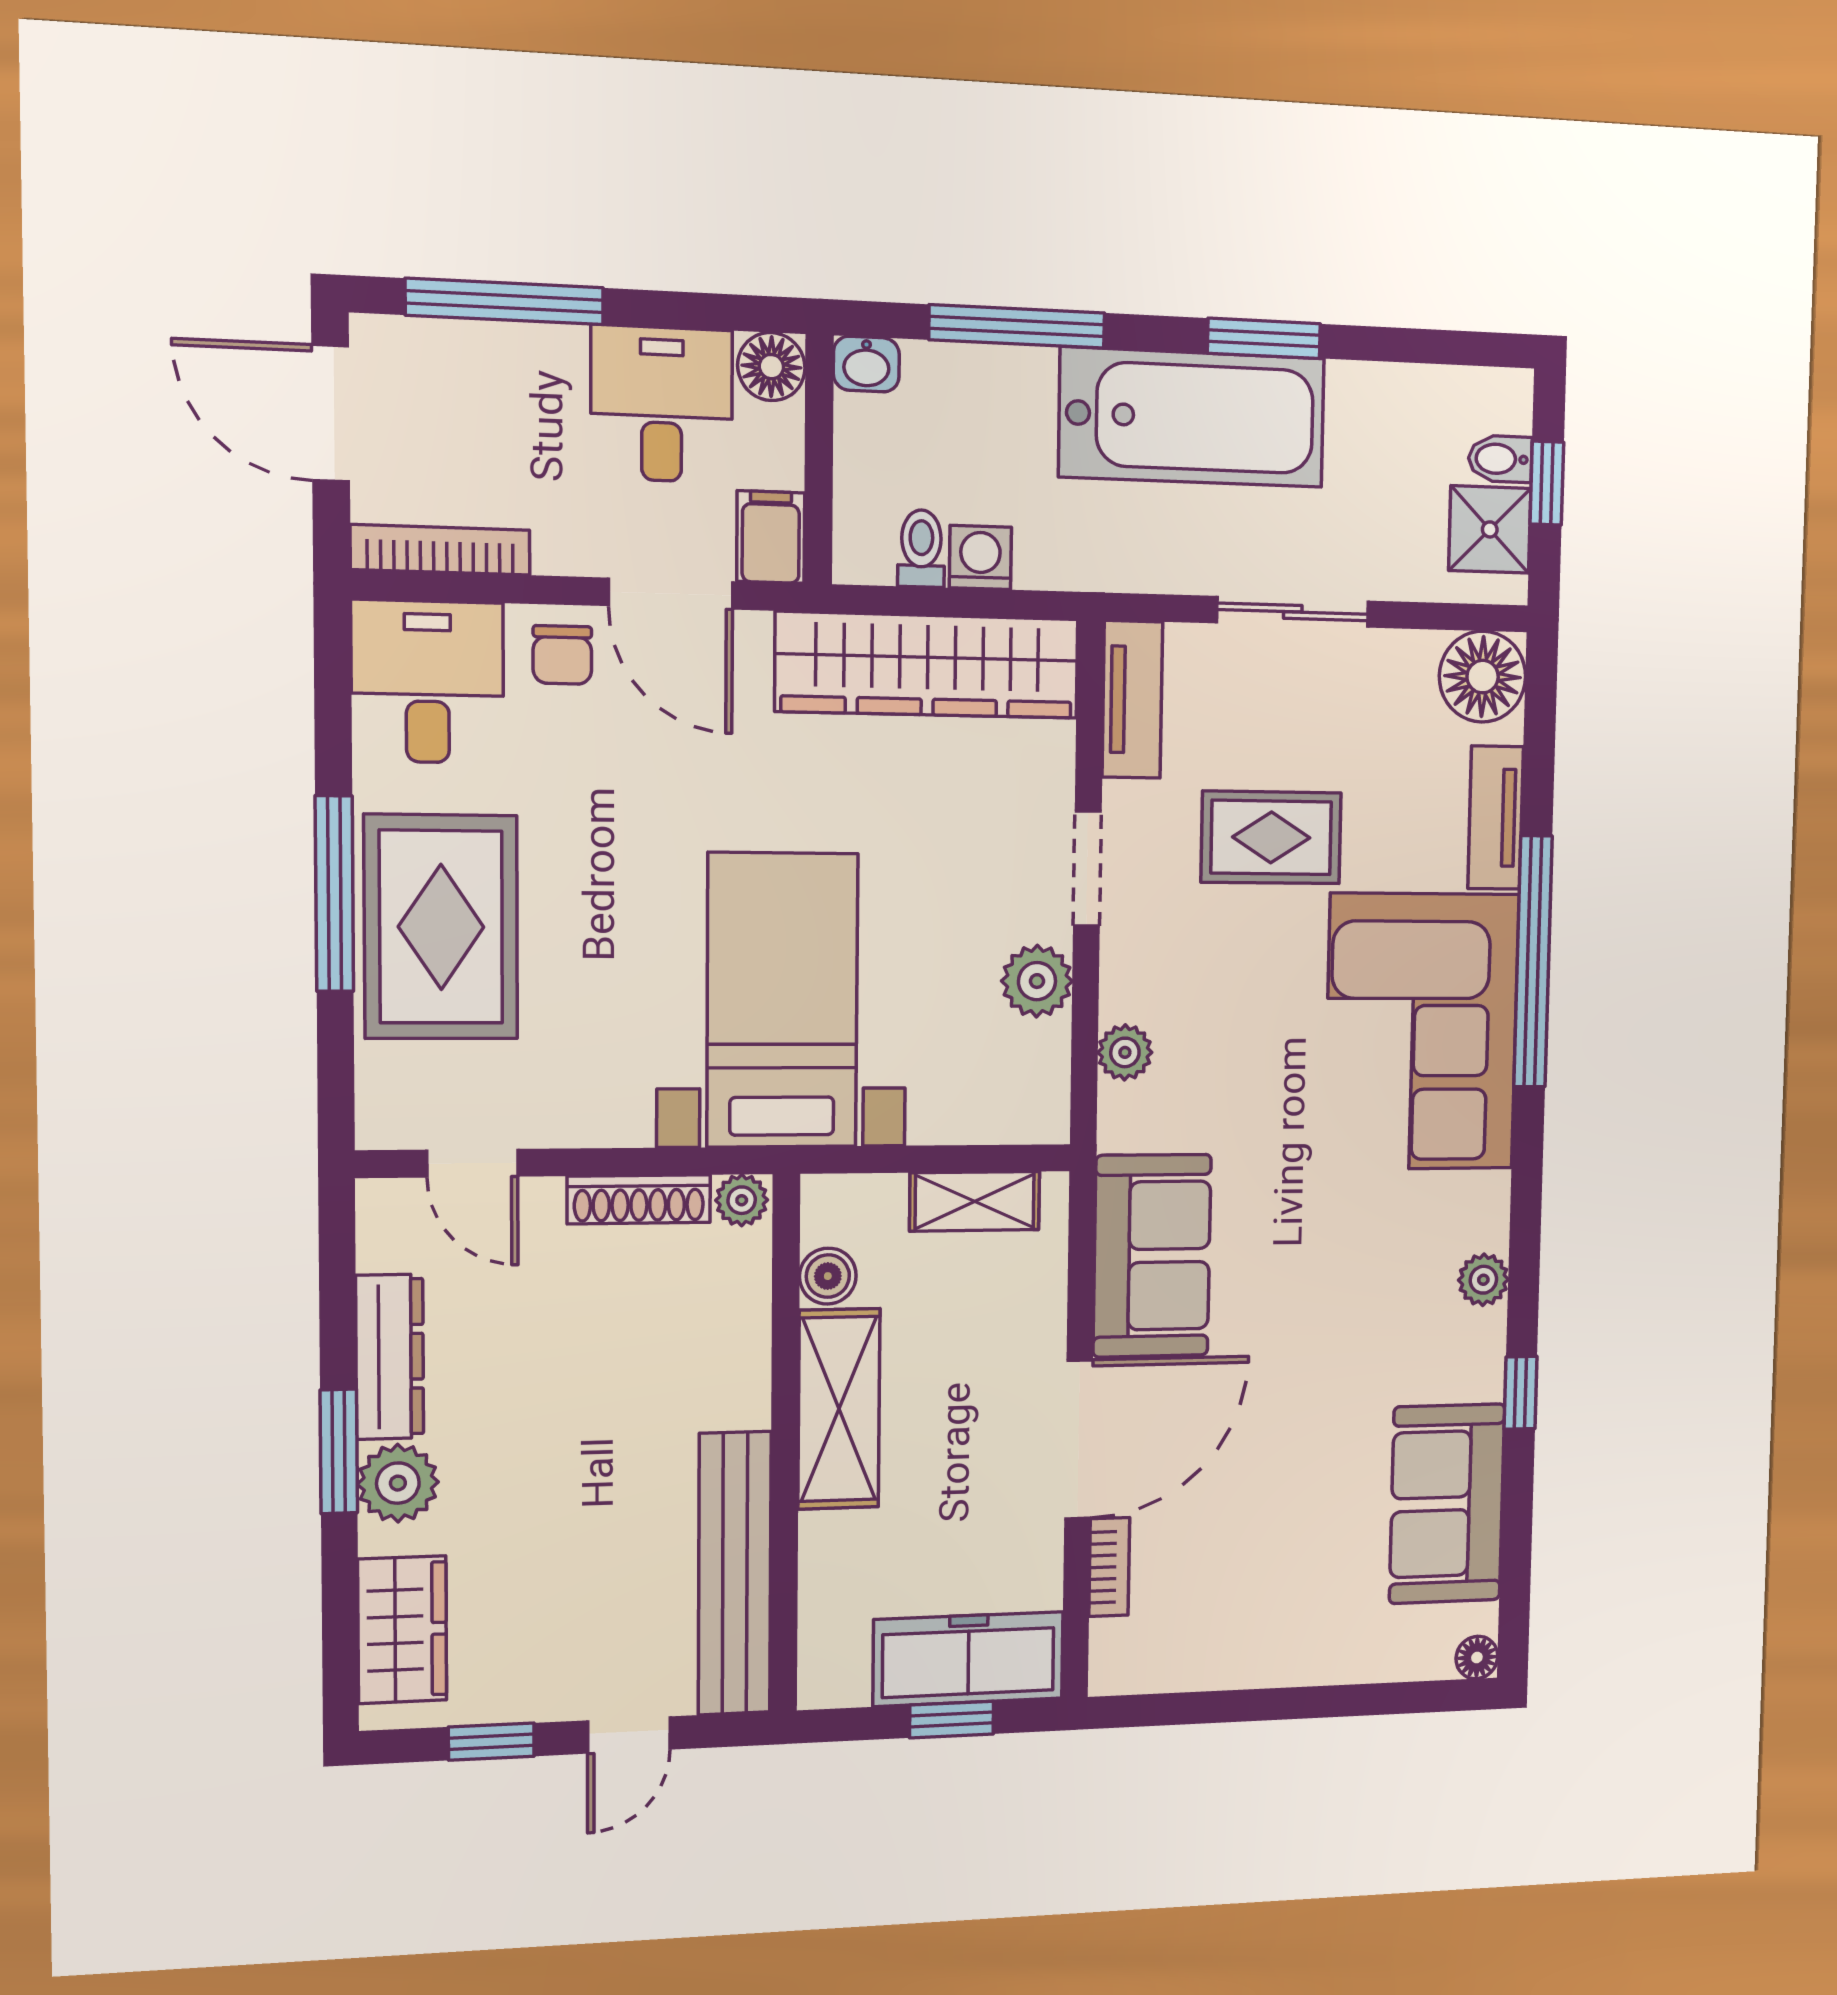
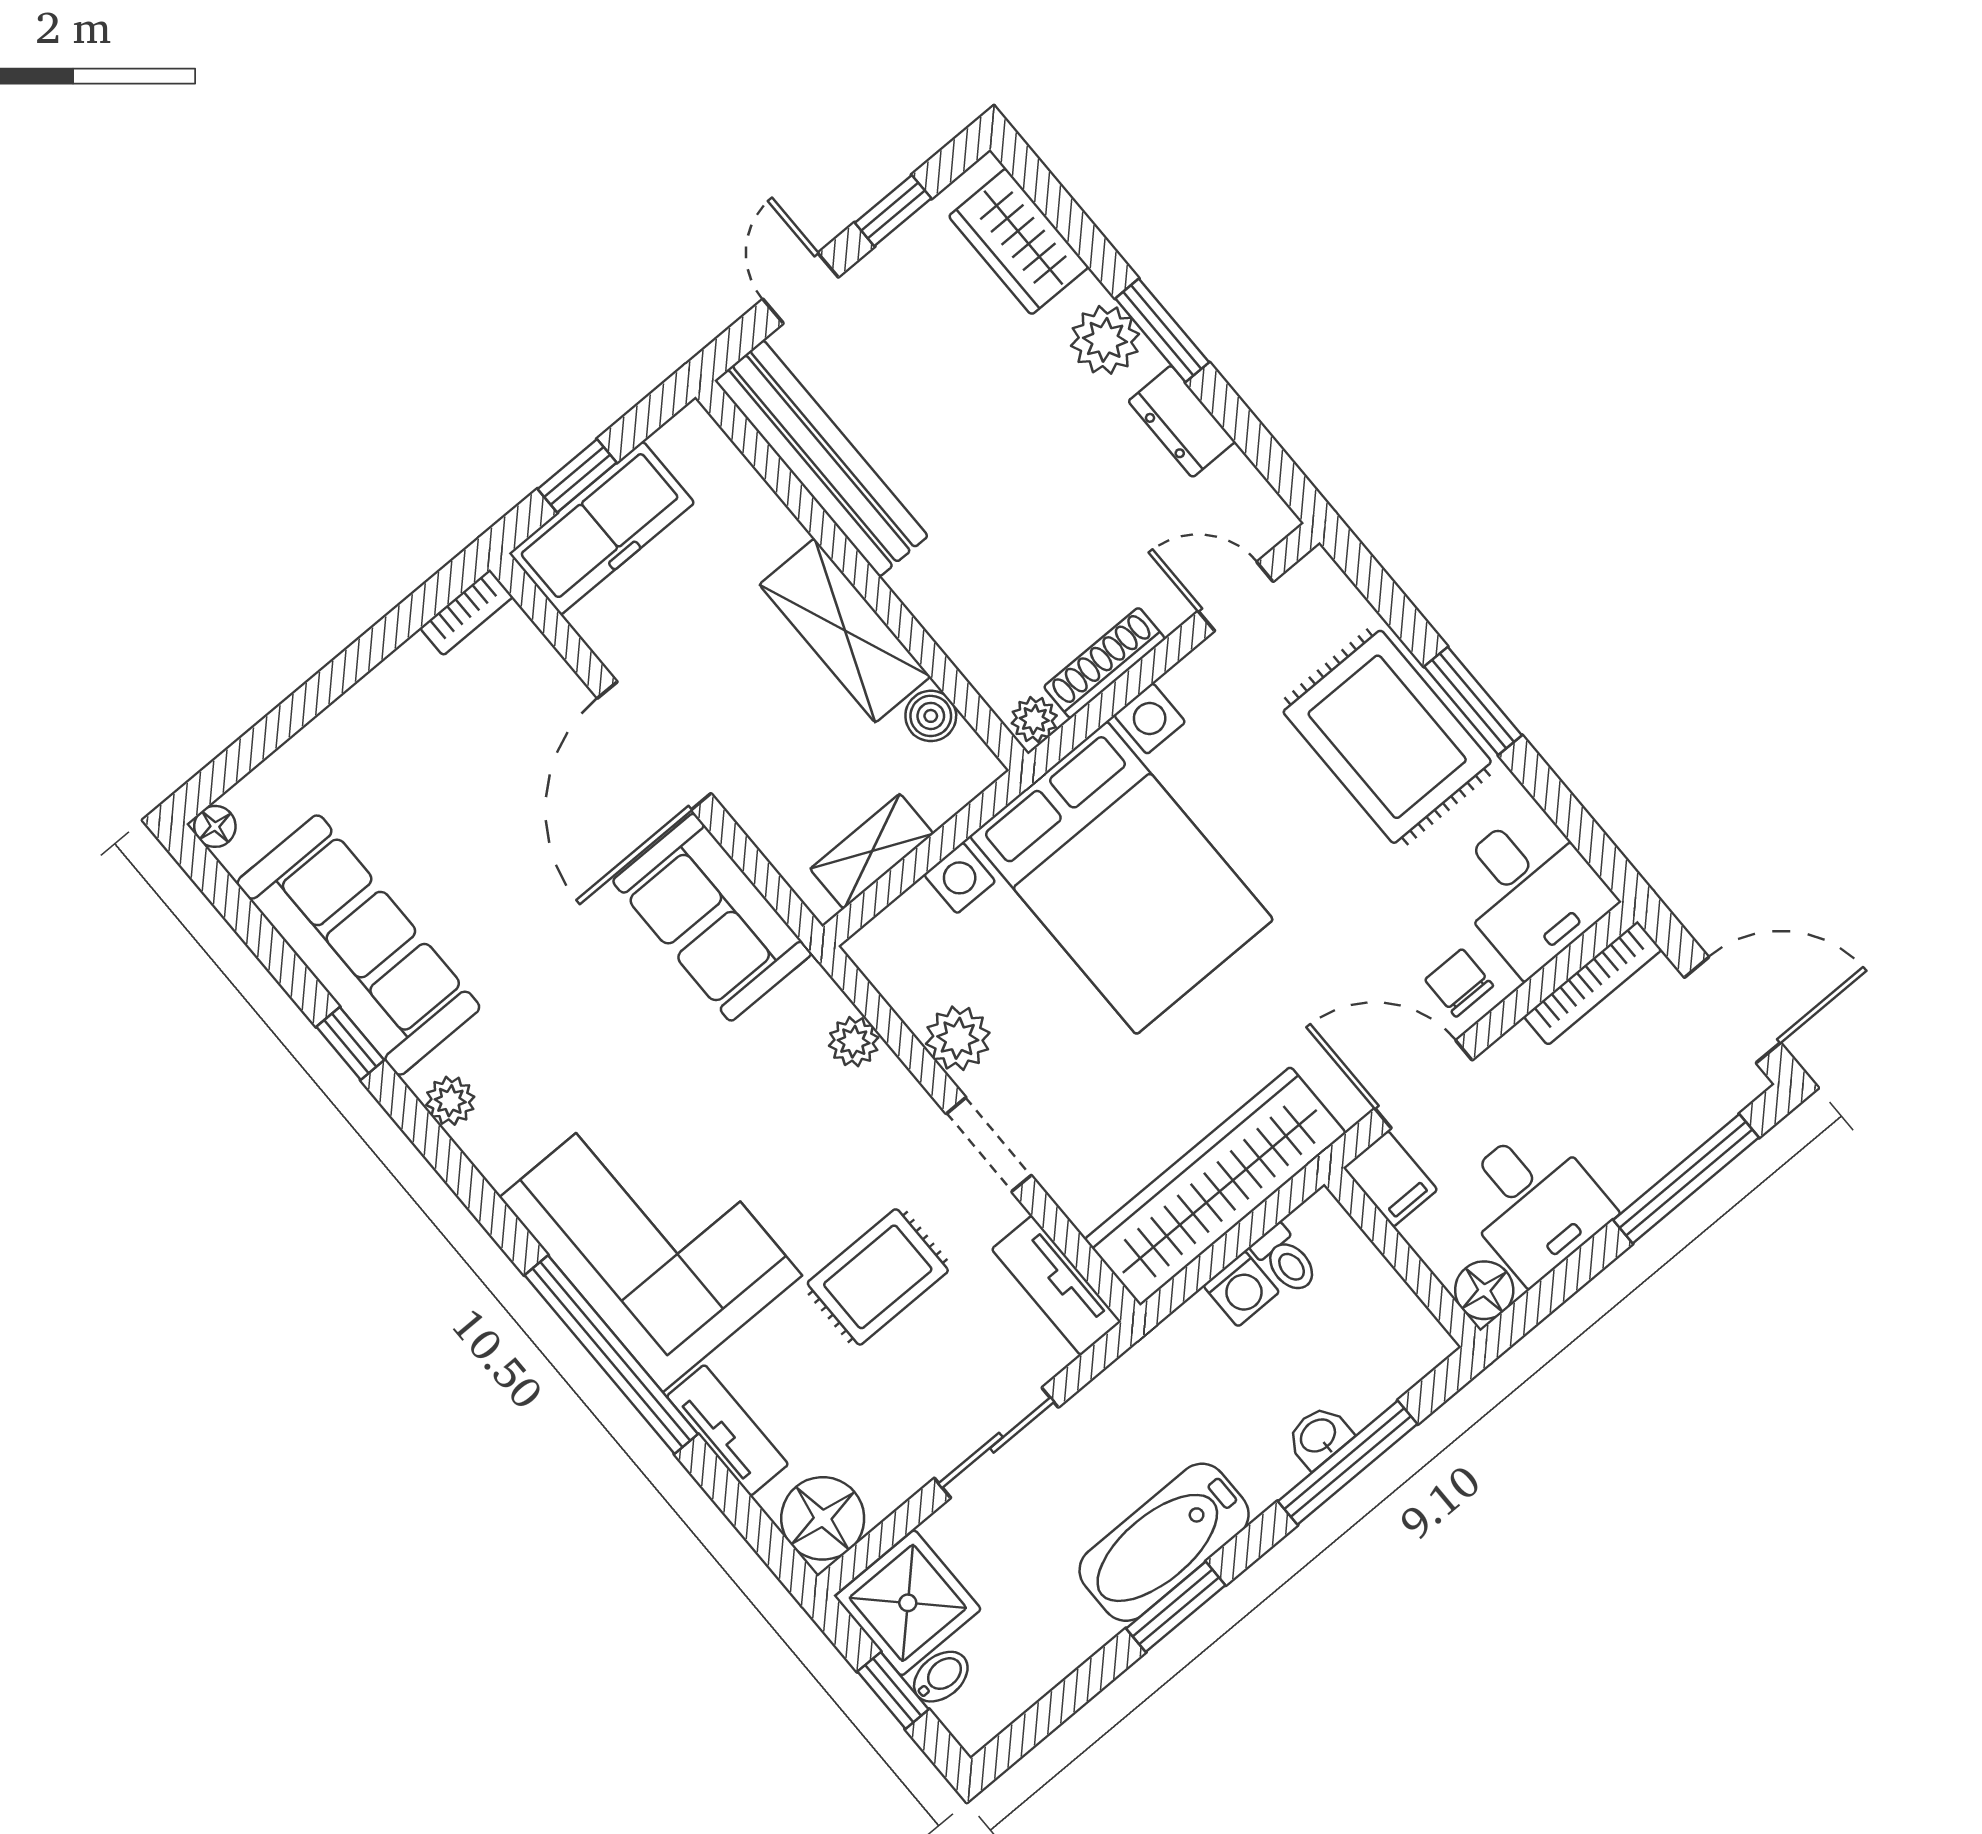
washbasin: (866, 364) -> (1319, 1437), moved
bathtub: (1192, 417) -> (1164, 1542), width x0.73, depth x0.73
shower: (1490, 529) -> (908, 1603), width x1.36, depth x1.36
window: (334, 894) -> (1473, 701), width x0.69
bed with nightstands: (782, 1000) -> (1121, 878), width x1.36
dresser: (390, 1357) -> (1182, 421), width x0.70
sofa: (1447, 1504) -> (358, 945), width x1.36
bookcase: (1109, 1567) -> (467, 612), moved, turned -90

